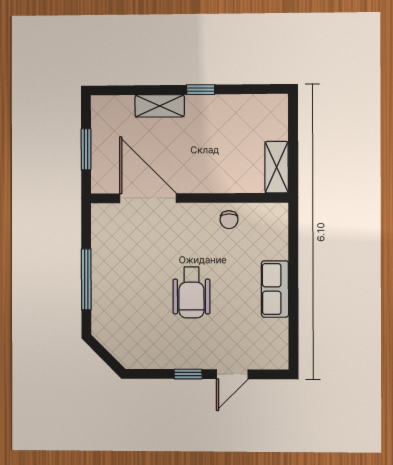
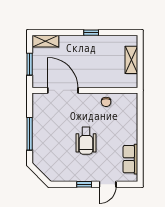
shelving: (160, 106) -> (45, 41), moved
shelving: (277, 167) -> (131, 60), moved
row of seats: (275, 289) -> (130, 159), moved

